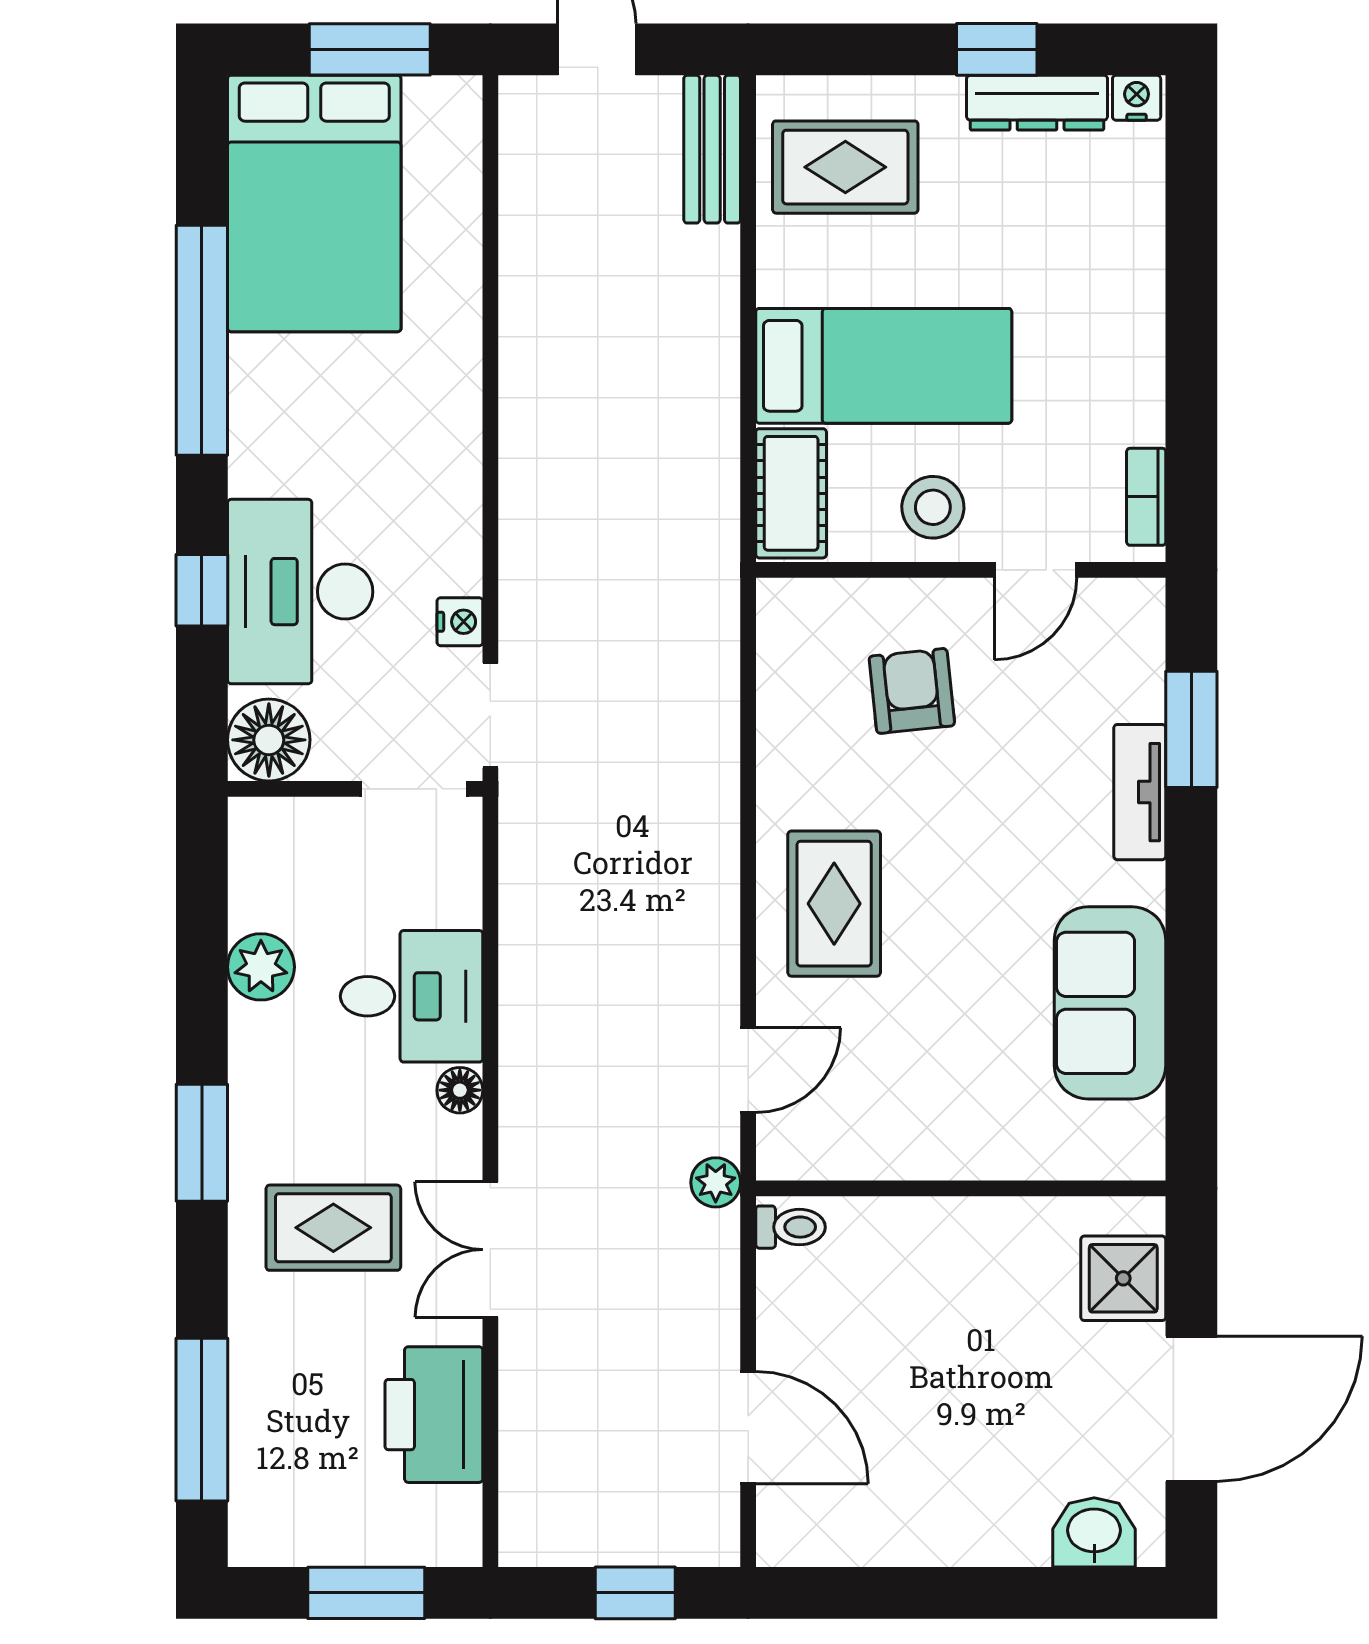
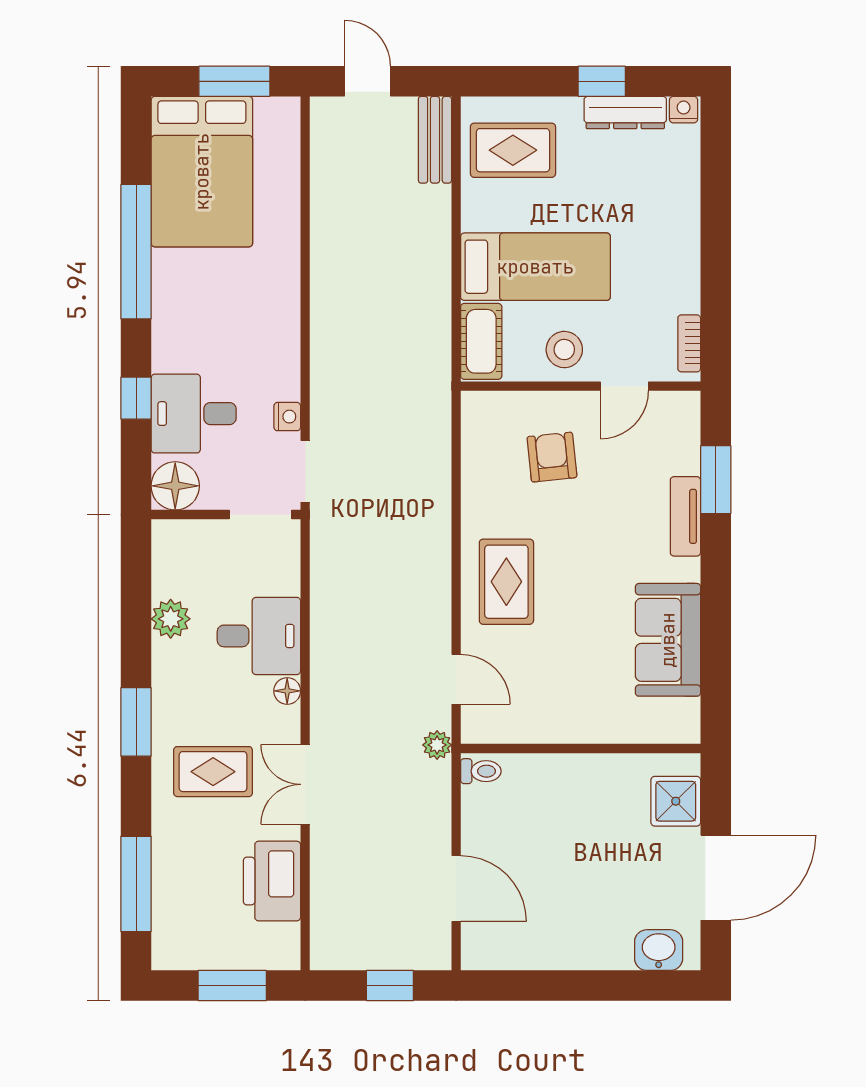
desk: (300, 592) -> (194, 414), width x0.73
door: (748, 1070) -> (456, 679), hinge flipped

